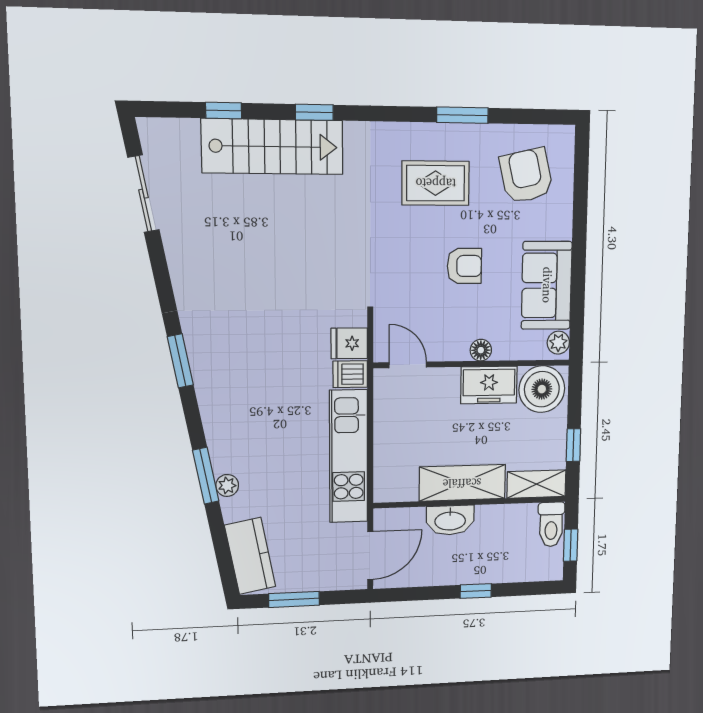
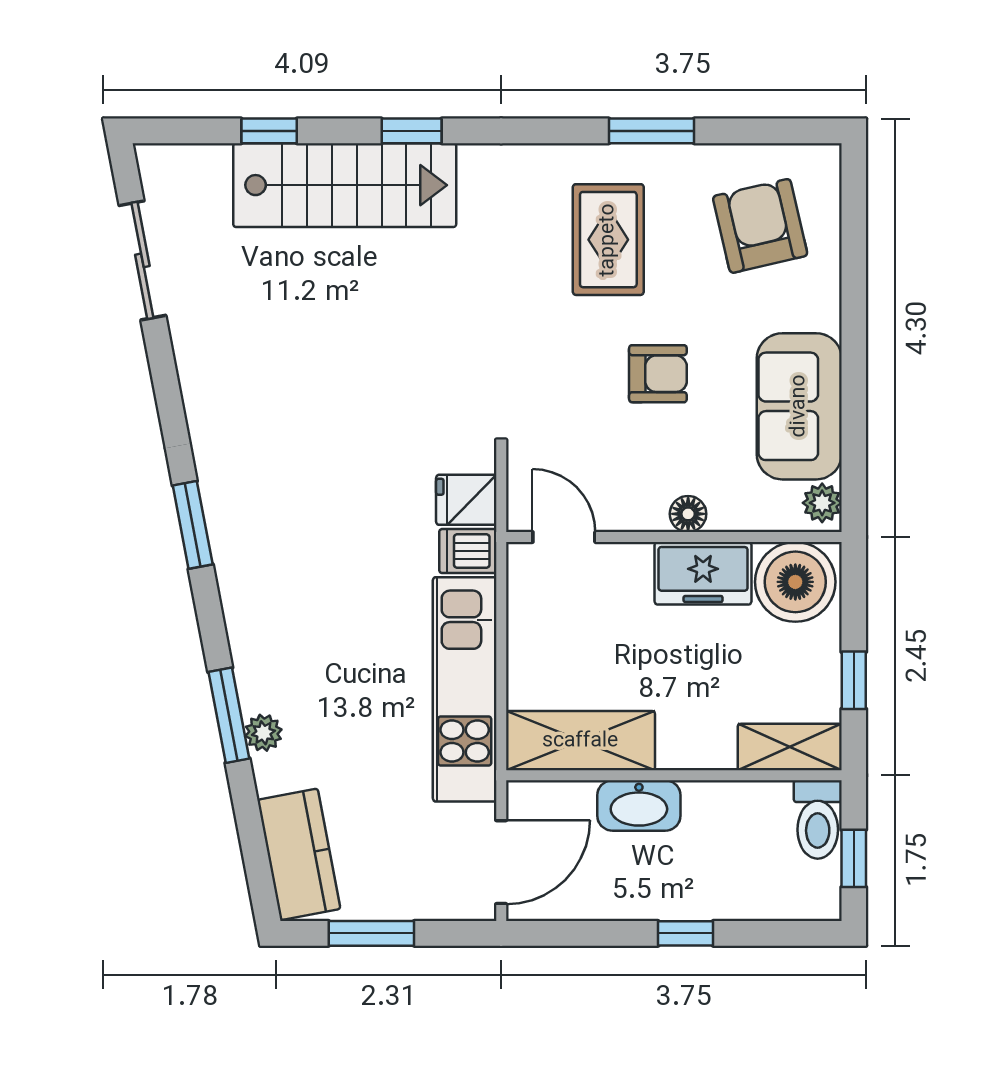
rug: (436, 183) -> (608, 240), turned 90
shelving: (462, 483) -> (580, 741), moved

